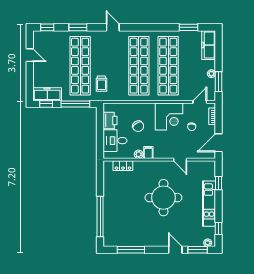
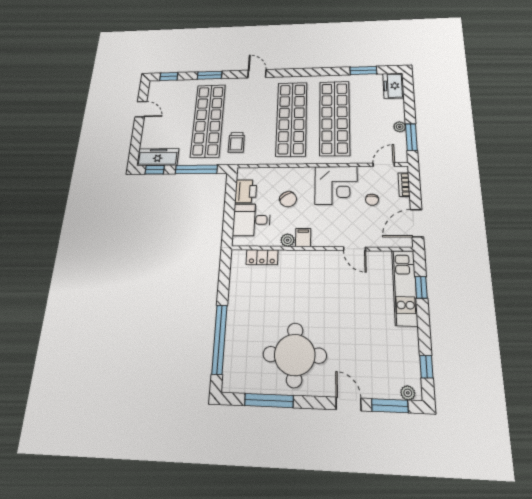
freezer: (209, 45) -> (393, 86), width x0.71
round table: (163, 198) -> (295, 355), moved
kitchen unit: (209, 204) -> (405, 288), moved

